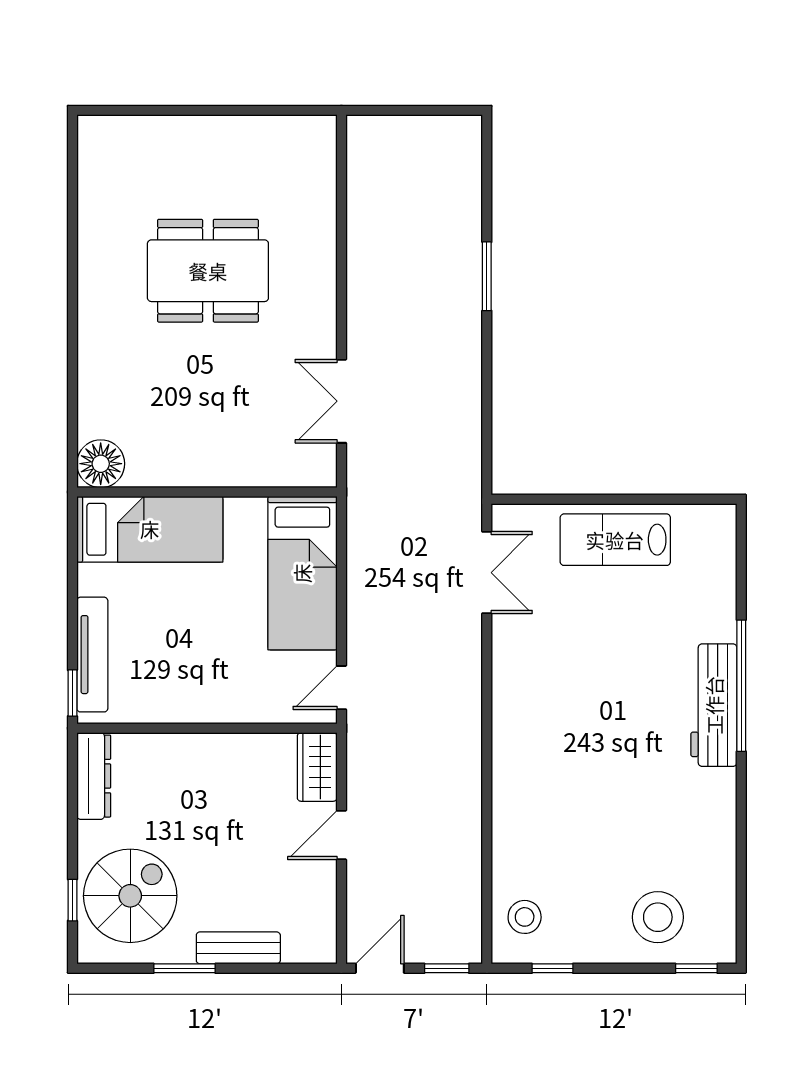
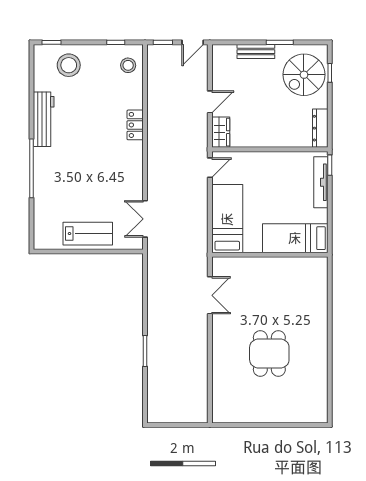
dining table: (208, 271) -> (269, 353), width x0.73
floor lamp: (101, 464) -> (317, 267), removed
workbench: (714, 705) -> (44, 119), moved
locker: (509, 783) -> (135, 125), added

